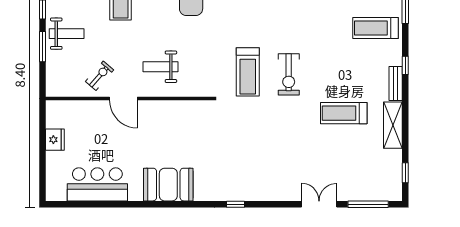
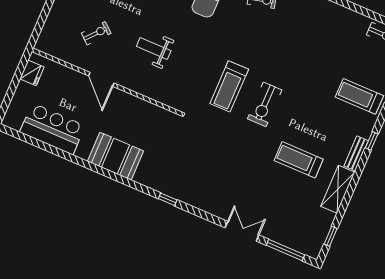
door: (123, 99) -> (101, 79), moved
wall: (129, 99) -> (107, 82), moved

